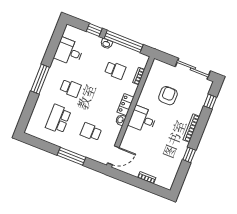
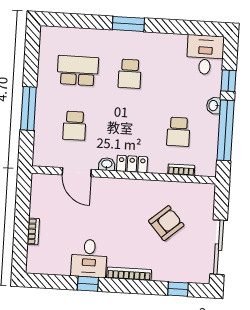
desk: (69, 52) -> (205, 55), moved
window: (40, 79) -> (128, 24), width x0.69
armchair: (168, 96) -> (166, 223), turned -41
desk: (143, 119) -> (89, 258), moved, turned 180
school desk: (91, 132) -> (74, 126), turned 180
door: (113, 155) -> (77, 172), moved

